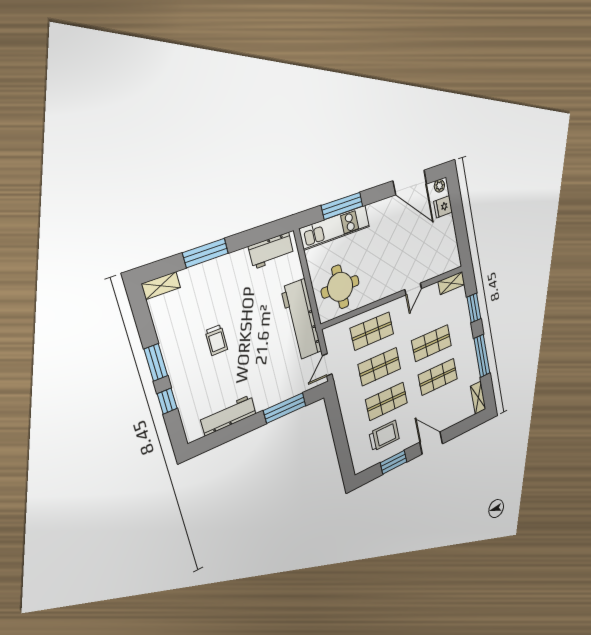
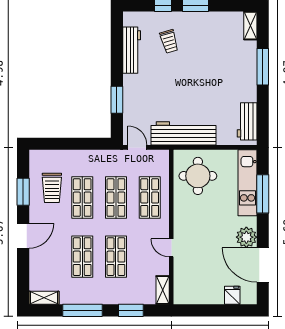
door: (410, 182) -> (263, 265), hinge flipped
plant: (439, 186) -> (246, 237), moved, width x1.87, depth x1.87
trolley: (216, 340) -> (169, 41), moved, turned -106
window: (285, 408) -> (117, 100), width x0.69

